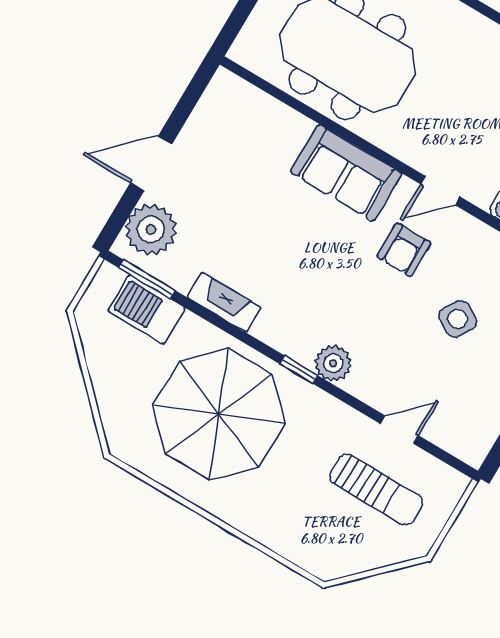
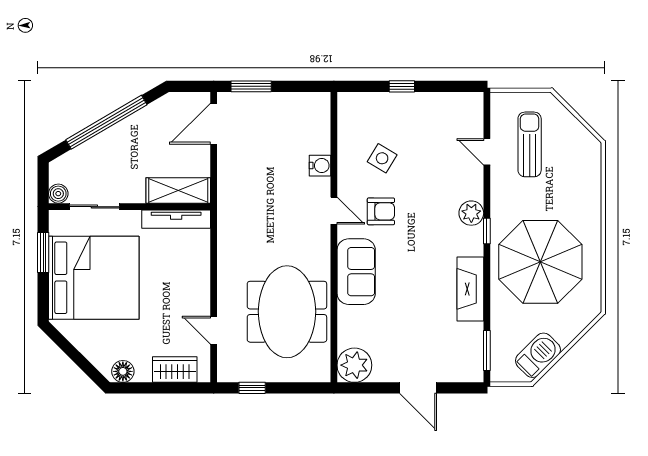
plant: (151, 230) -> (354, 365), moved
fireplace: (224, 302) -> (470, 289), width x1.37, depth x1.32
barbecue: (146, 309) -> (538, 355), moved, turned -135
side table: (458, 319) -> (382, 158), moved

